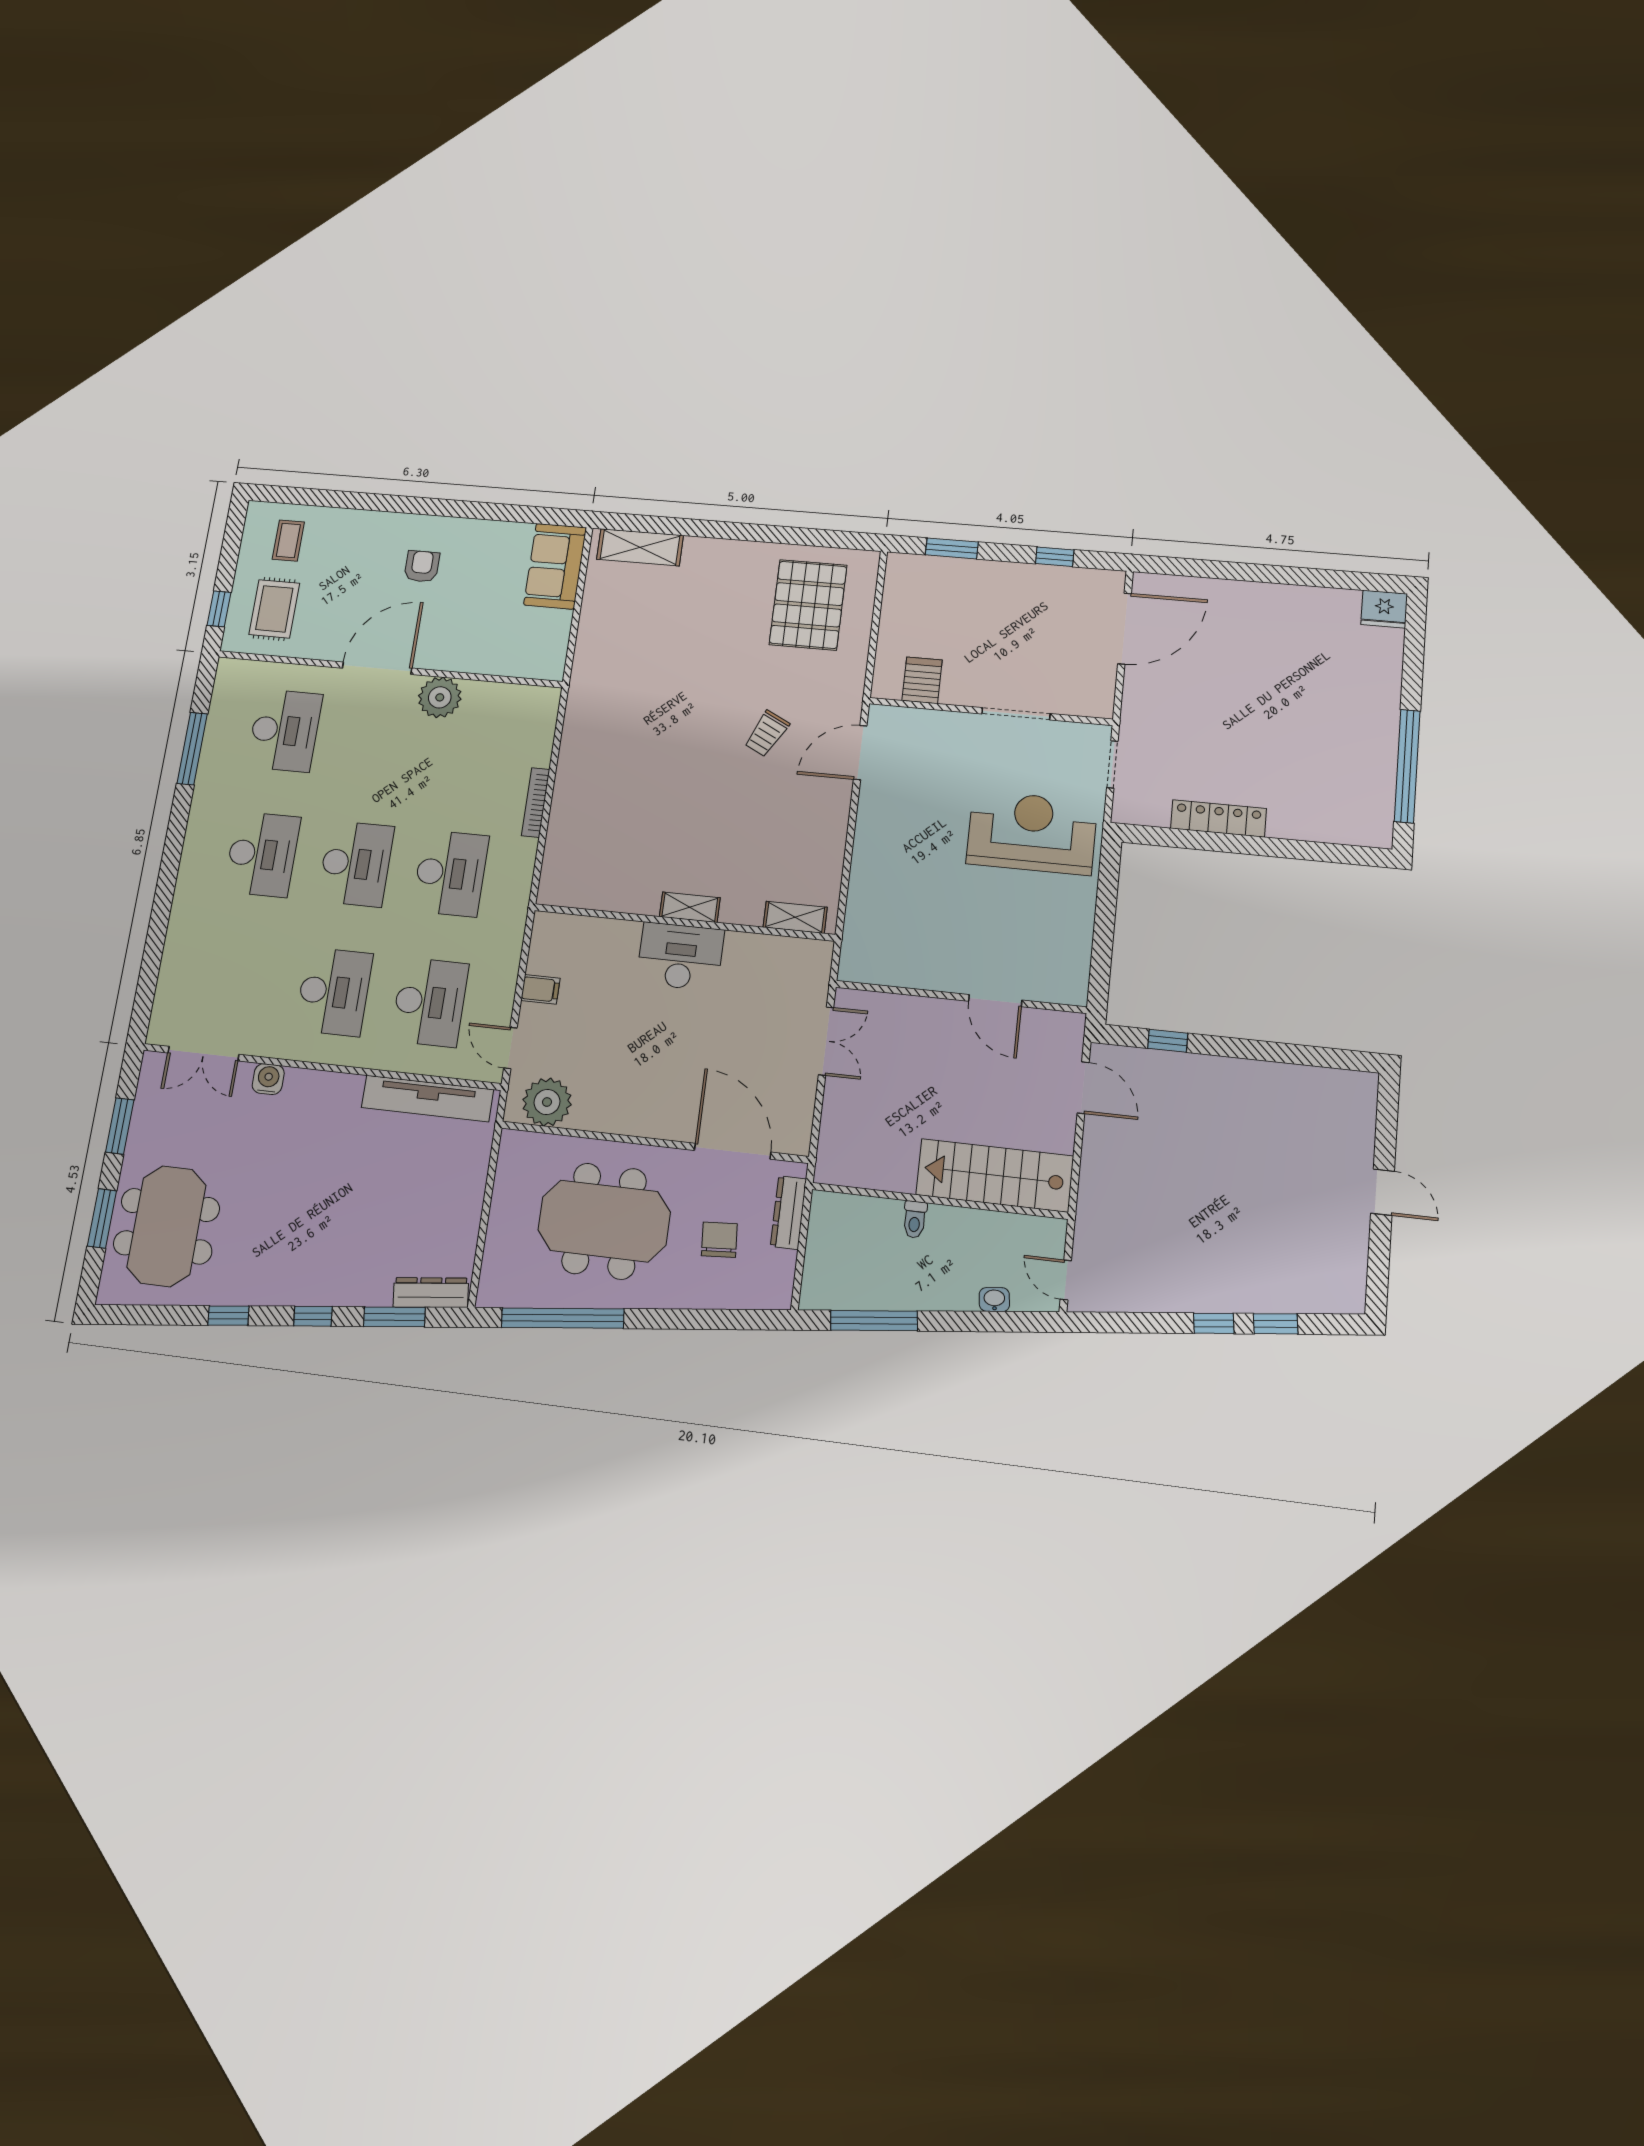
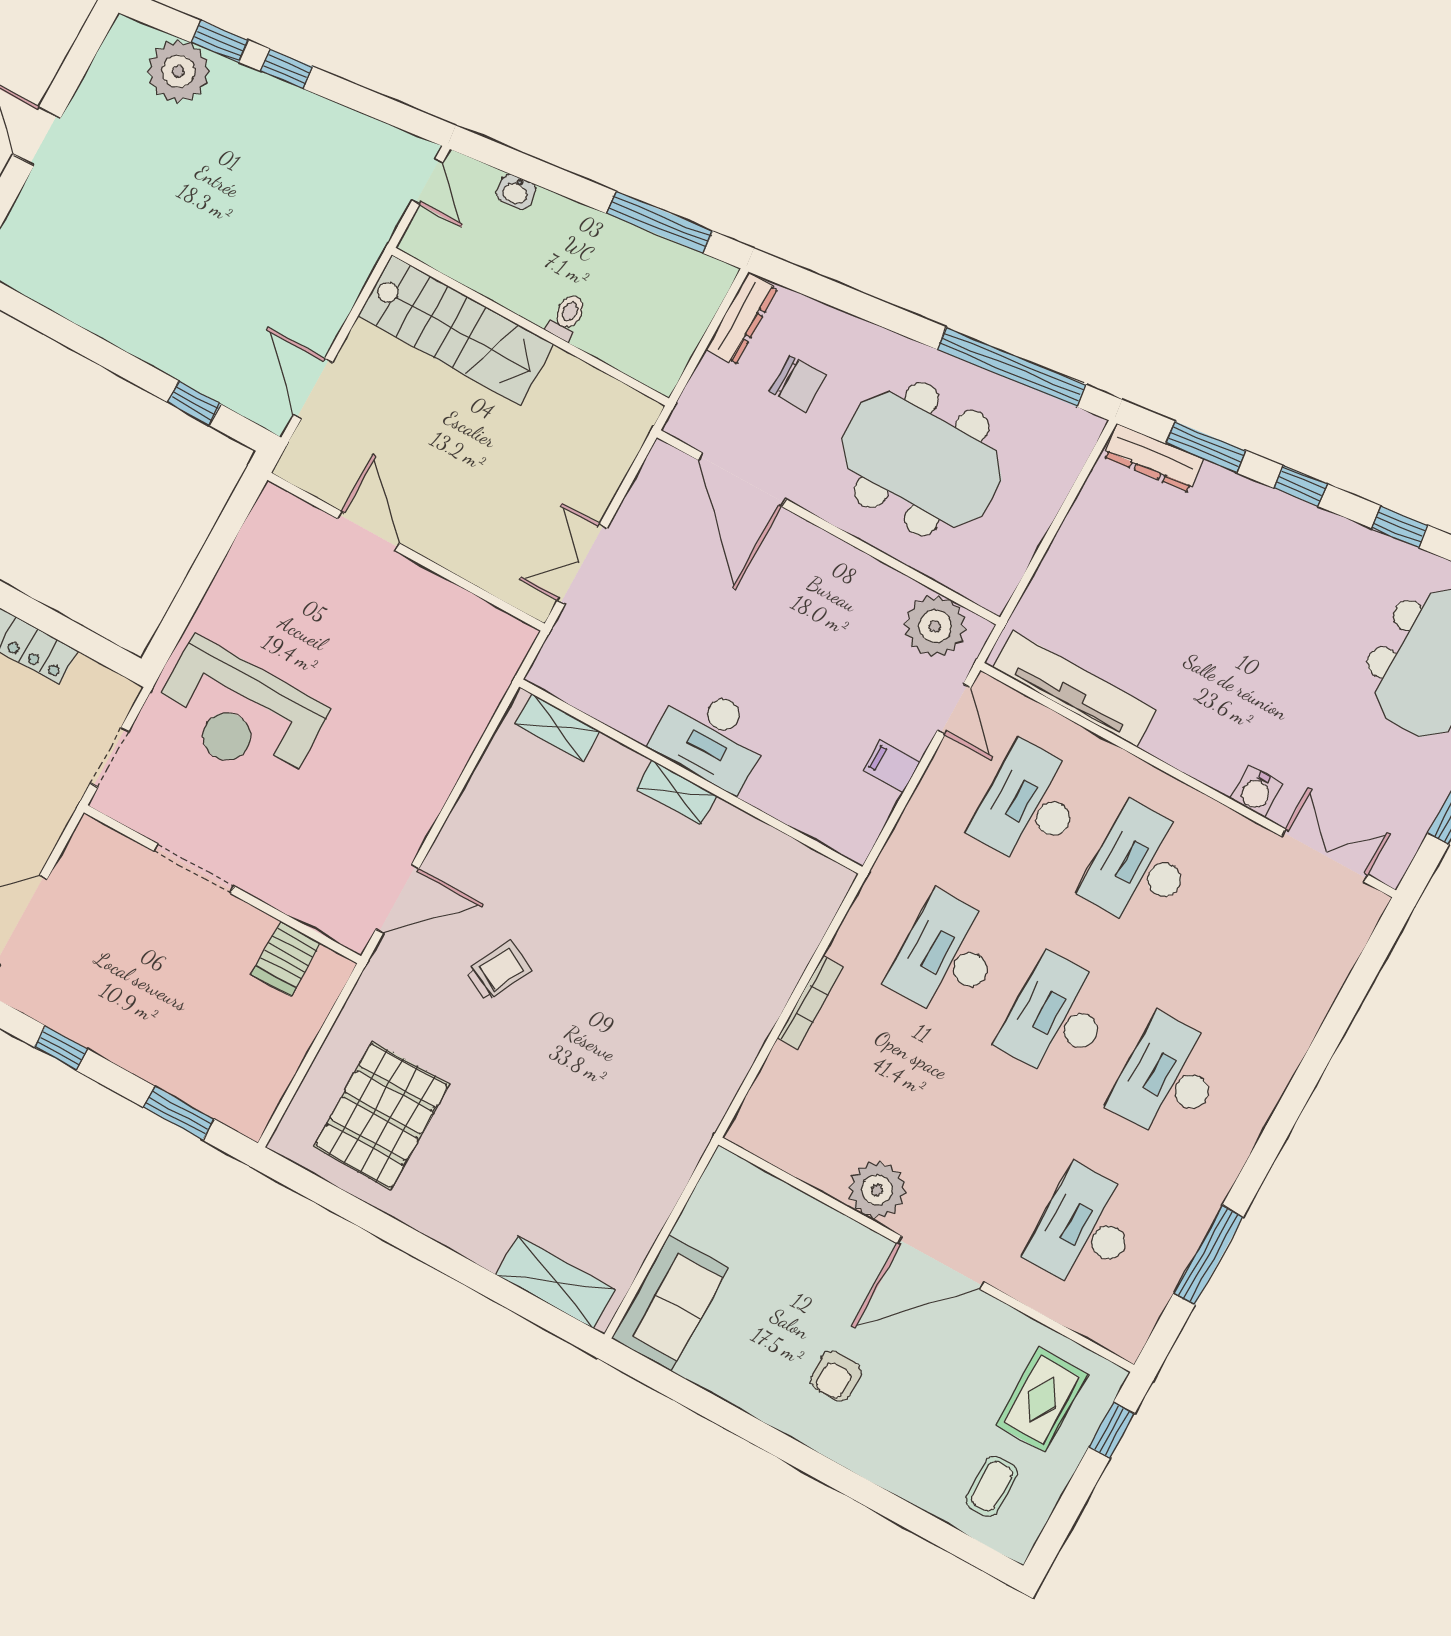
dresser: (788, 1213) -> (742, 319), moved
chair: (719, 1240) -> (798, 384), turned -86
plant: (1297, 1287) -> (178, 71), added

